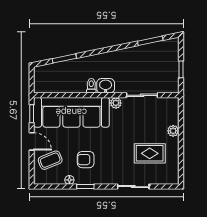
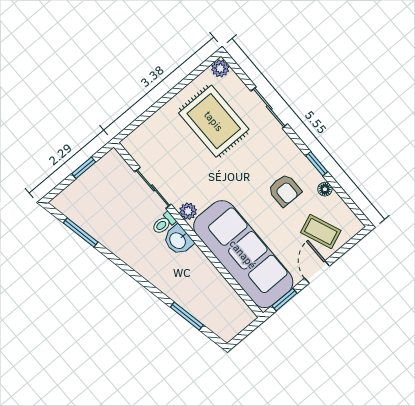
toilet: (91, 86) -> (164, 223), moved
plant: (173, 131) -> (220, 68), moved
rug: (150, 153) -> (214, 121), width x1.36, depth x1.43

